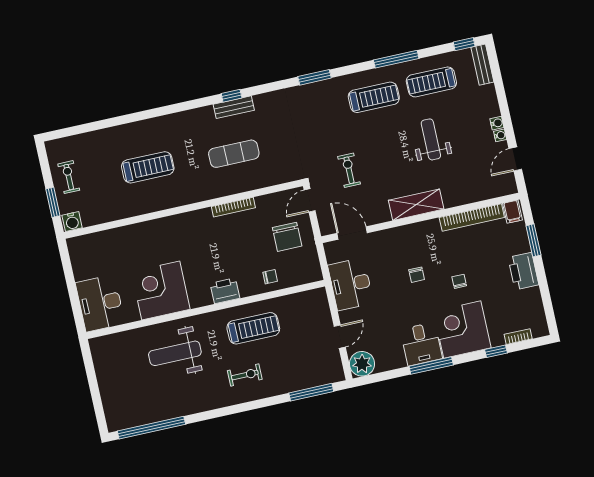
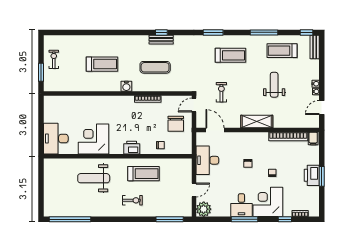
treadmill: (374, 97) -> (230, 55), moved
water cooler: (72, 222) -> (126, 86), moved
window: (533, 240) -> (322, 176), moved

